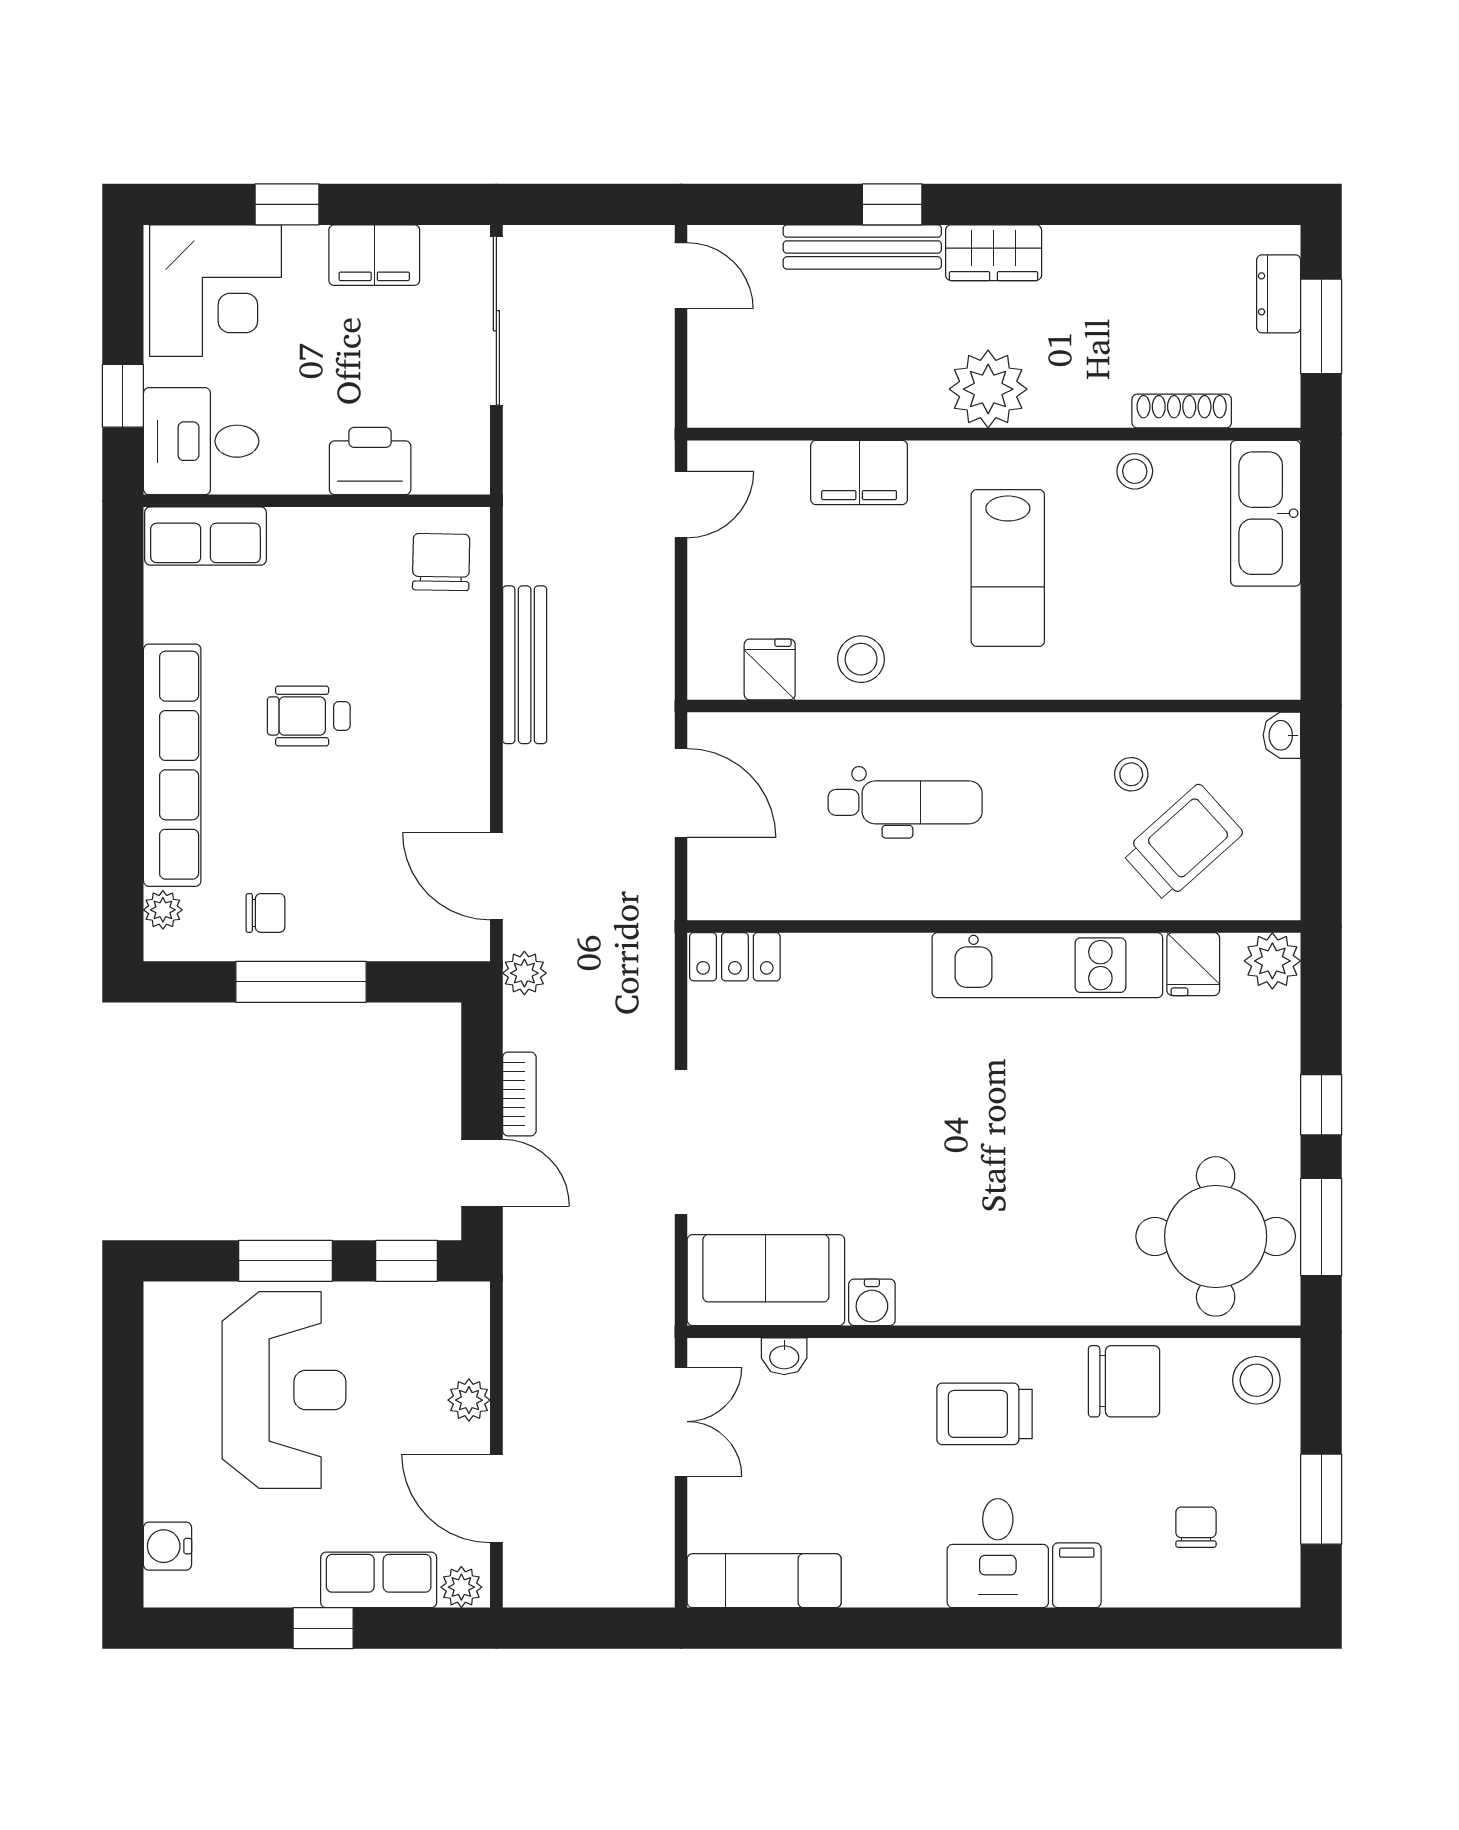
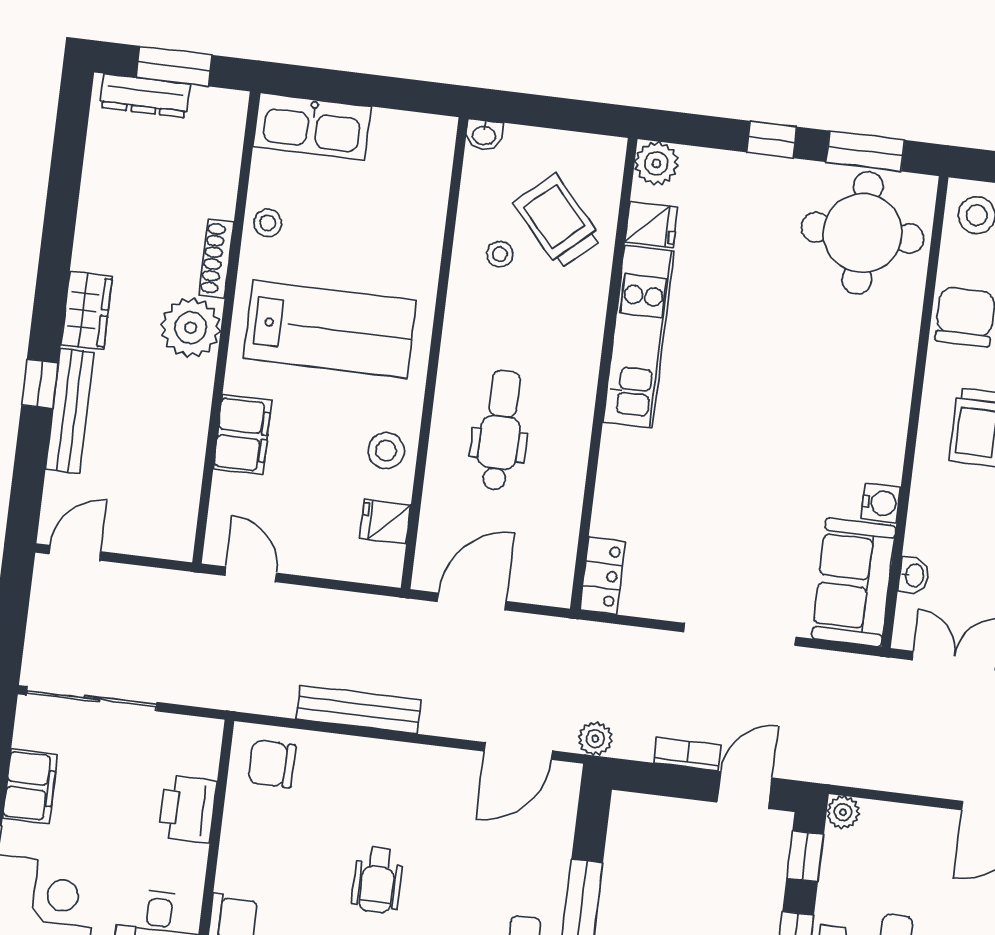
dresser: (1279, 294) -> (145, 96), width x1.44
shoe rack: (1182, 411) -> (216, 259), moved
lab bench: (1008, 568) -> (330, 329), width x1.36, depth x1.39
plant: (469, 1400) -> (843, 812), moved

